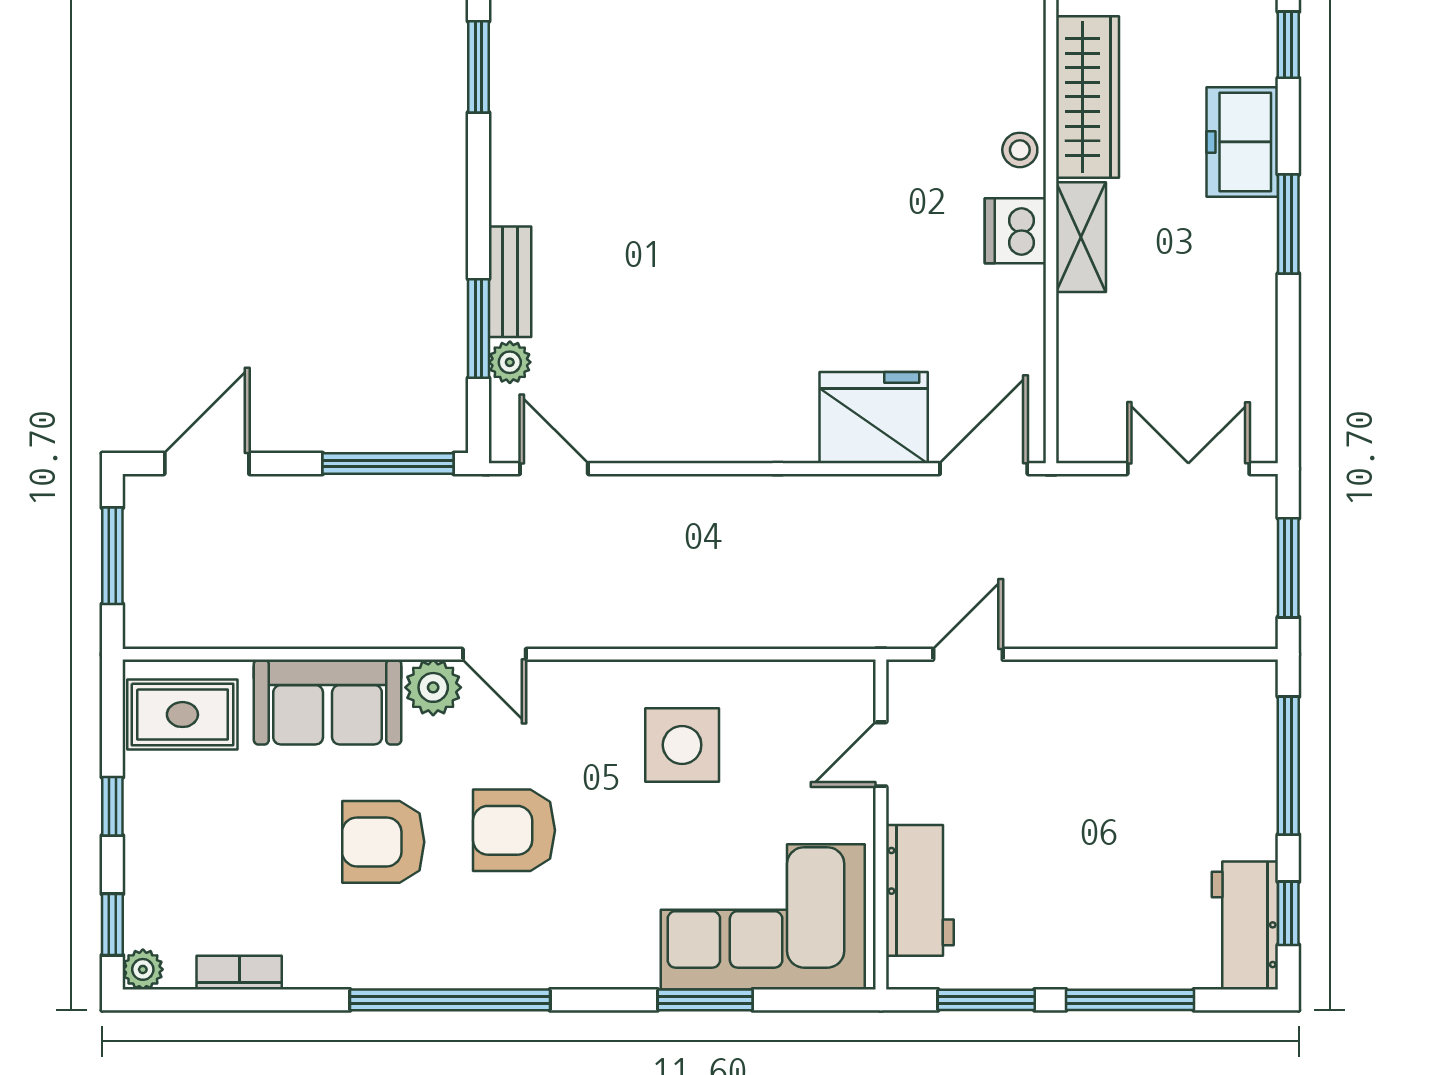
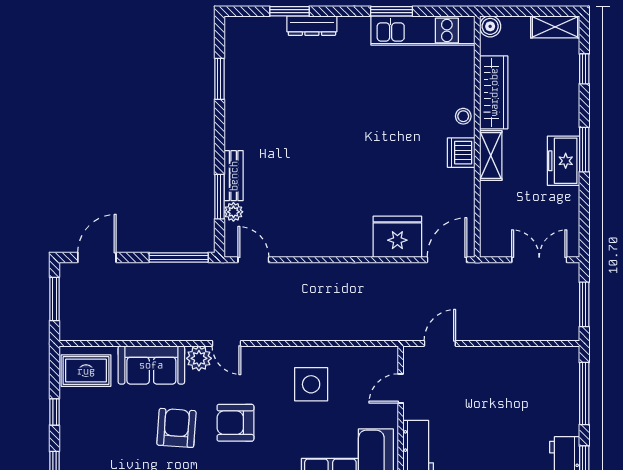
freezer: (1242, 142) -> (563, 161), moved
armchair: (383, 842) -> (176, 428), turned 94

